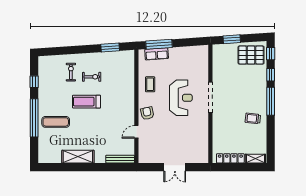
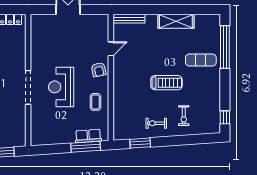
exercise bike: (92, 77) -> (156, 123), moved
window: (34, 82) -> (225, 117), moved
window: (34, 118) -> (225, 47), moved

